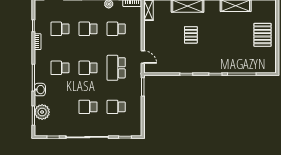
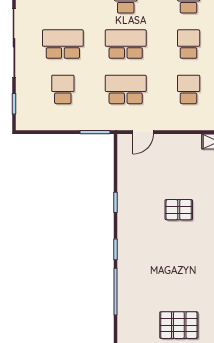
school desk: (88, 68) -> (126, 44), width x1.85
school desk: (88, 107) -> (63, 44), width x1.85

